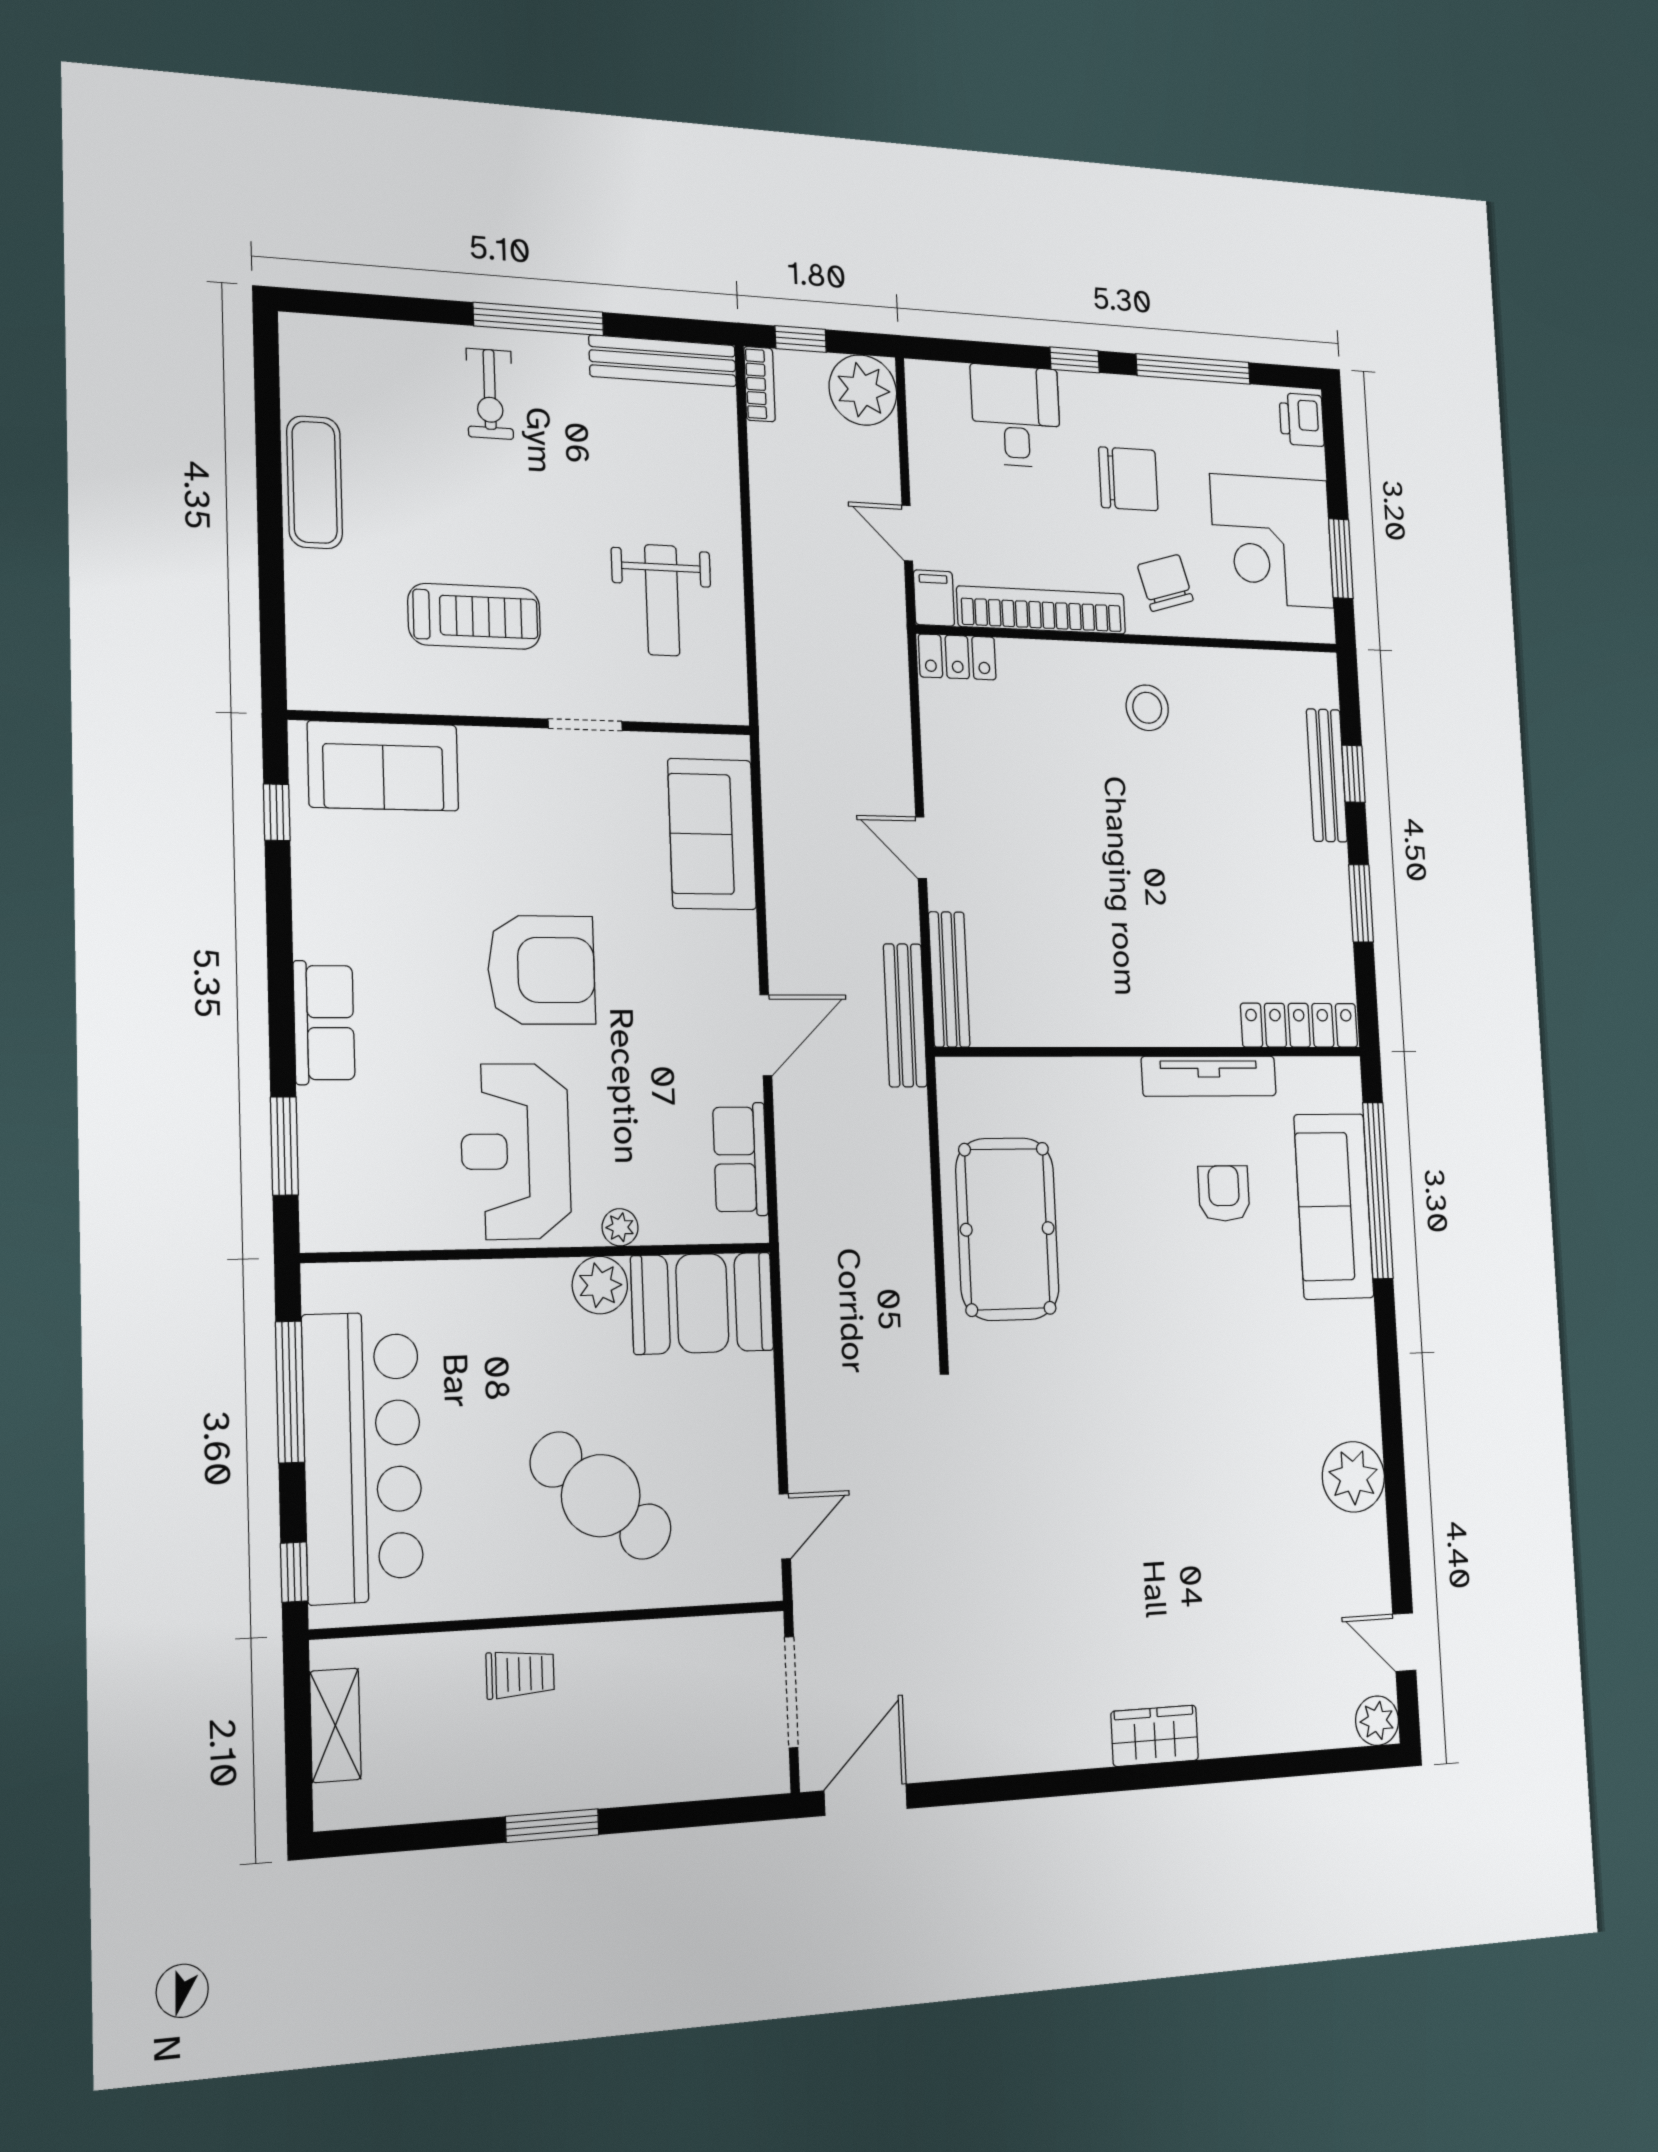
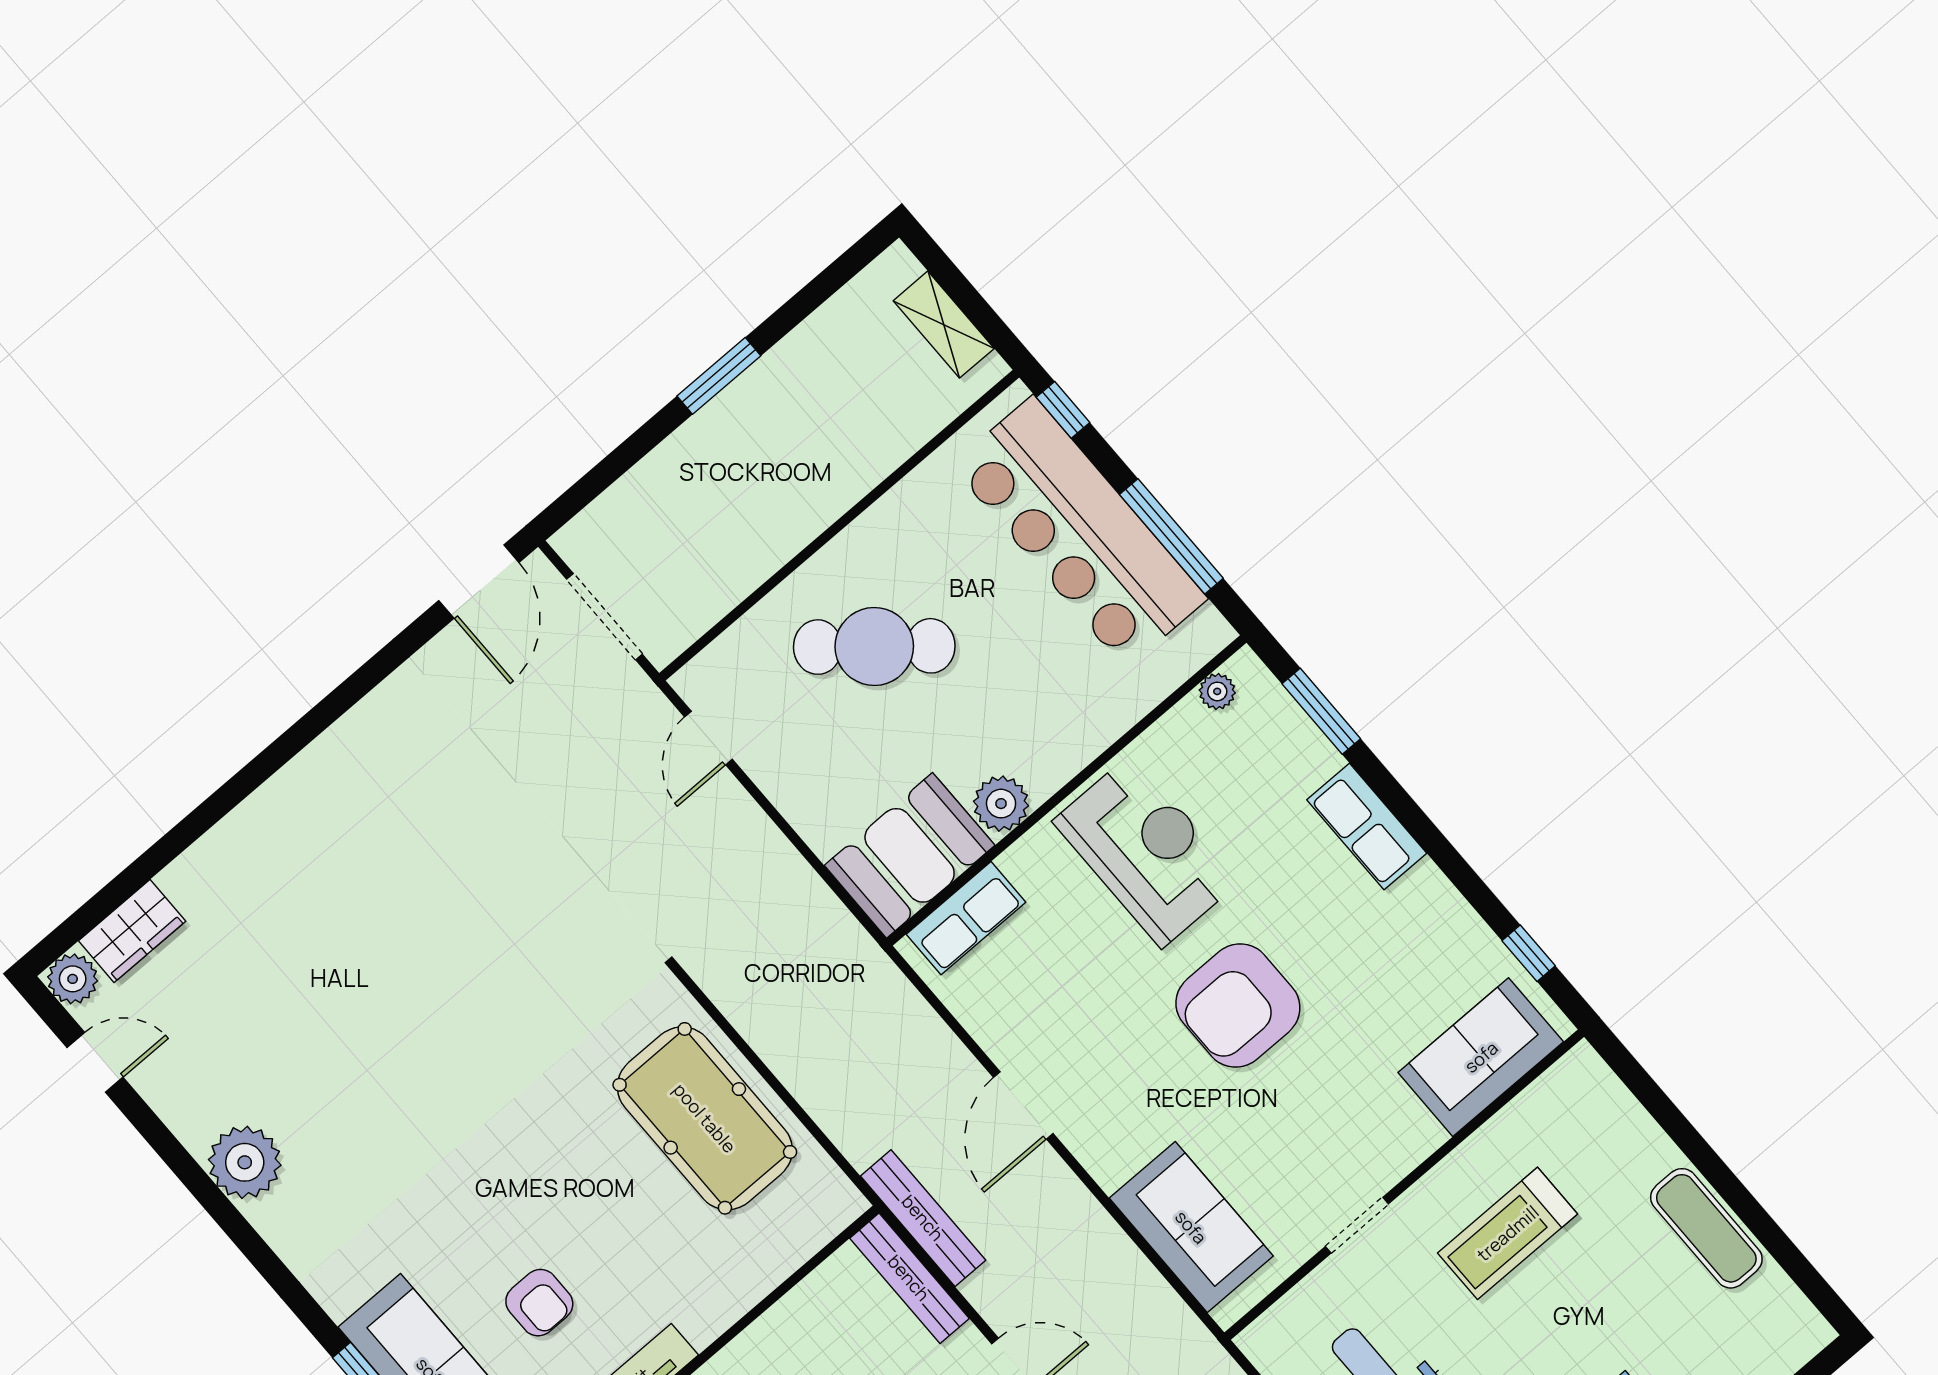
row of seats: (740, 1159) -> (966, 918), moved, turned 90
plant: (620, 1227) -> (1217, 691), moved
trolley: (520, 1674) -> (832, 467), removed
wardrobe: (1155, 1736) -> (132, 931), moved

